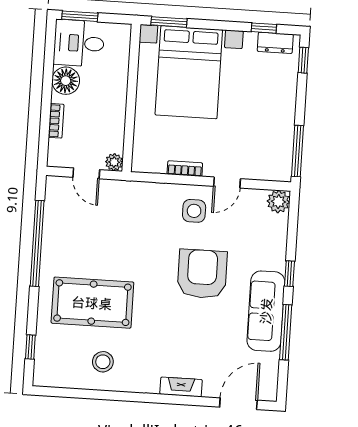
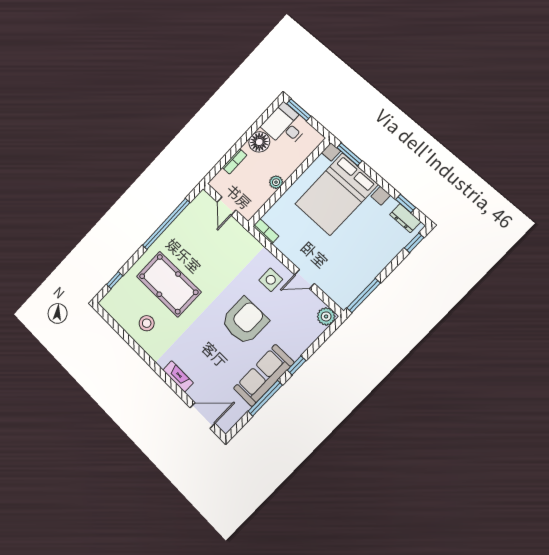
plant: (114, 162) -> (276, 182), moved
bookcase: (185, 169) -> (266, 231), moved

